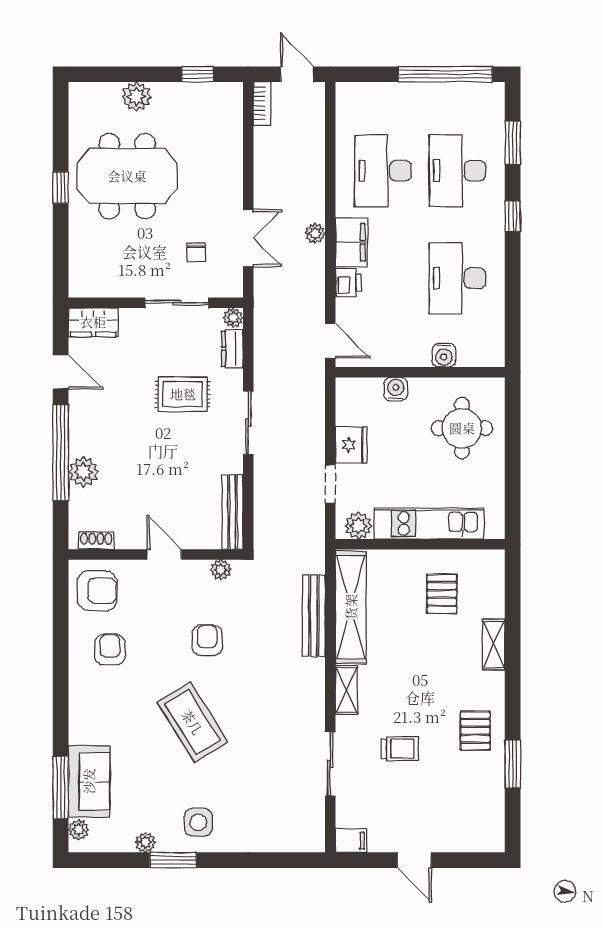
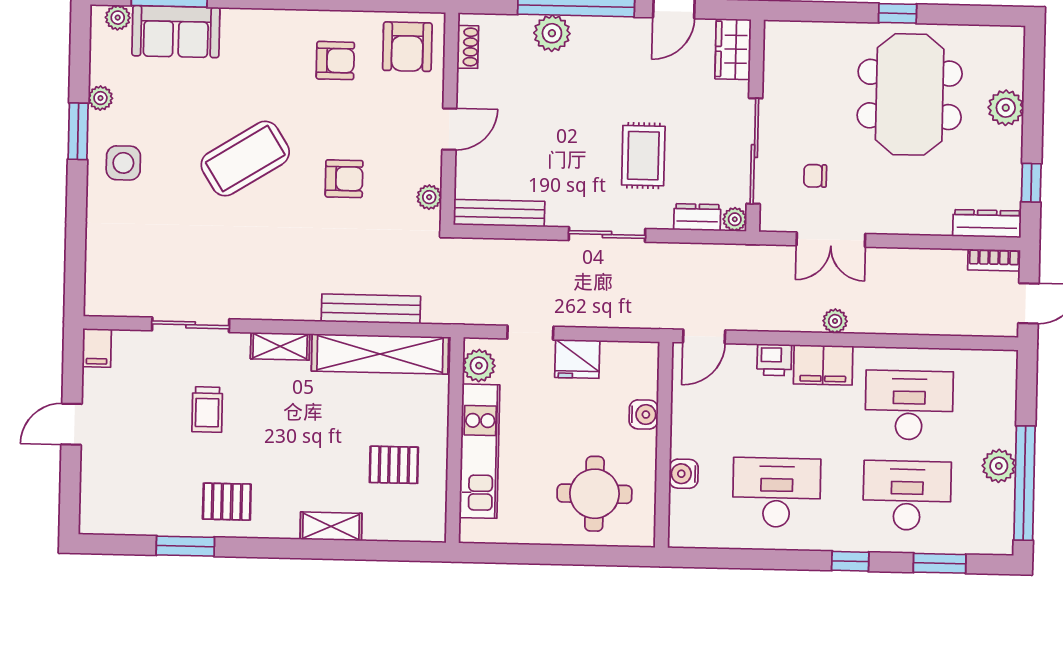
plant: (431, 96) -> (999, 466), added
dresser: (232, 110) -> (987, 224), added
sliding door: (177, 303) -> (754, 151), width x1.37

